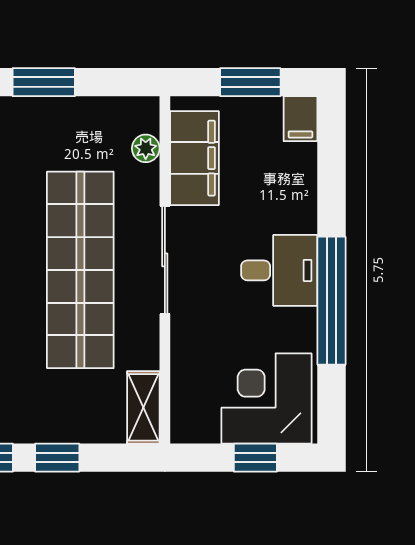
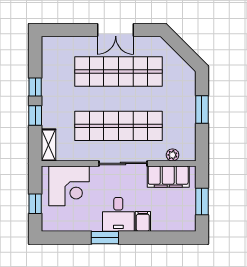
filing cabinet: (300, 119) -> (143, 221), moved, turned 90
window: (332, 301) -> (105, 238), width x0.47
corner desk: (266, 398) -> (69, 186), moved, turned 90
shelving: (143, 407) -> (49, 145), moved, turned 90

